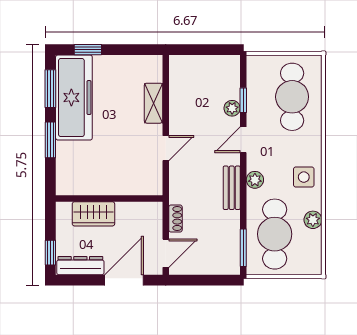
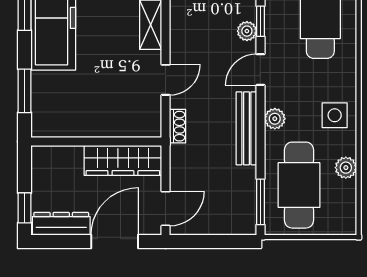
window: (50, 140) -> (25, 91), moved
bench: (232, 188) -> (246, 128), width x1.36
wardrobe: (93, 214) -> (123, 160), moved, width x1.50
shoe rack: (175, 218) -> (178, 126), moved

